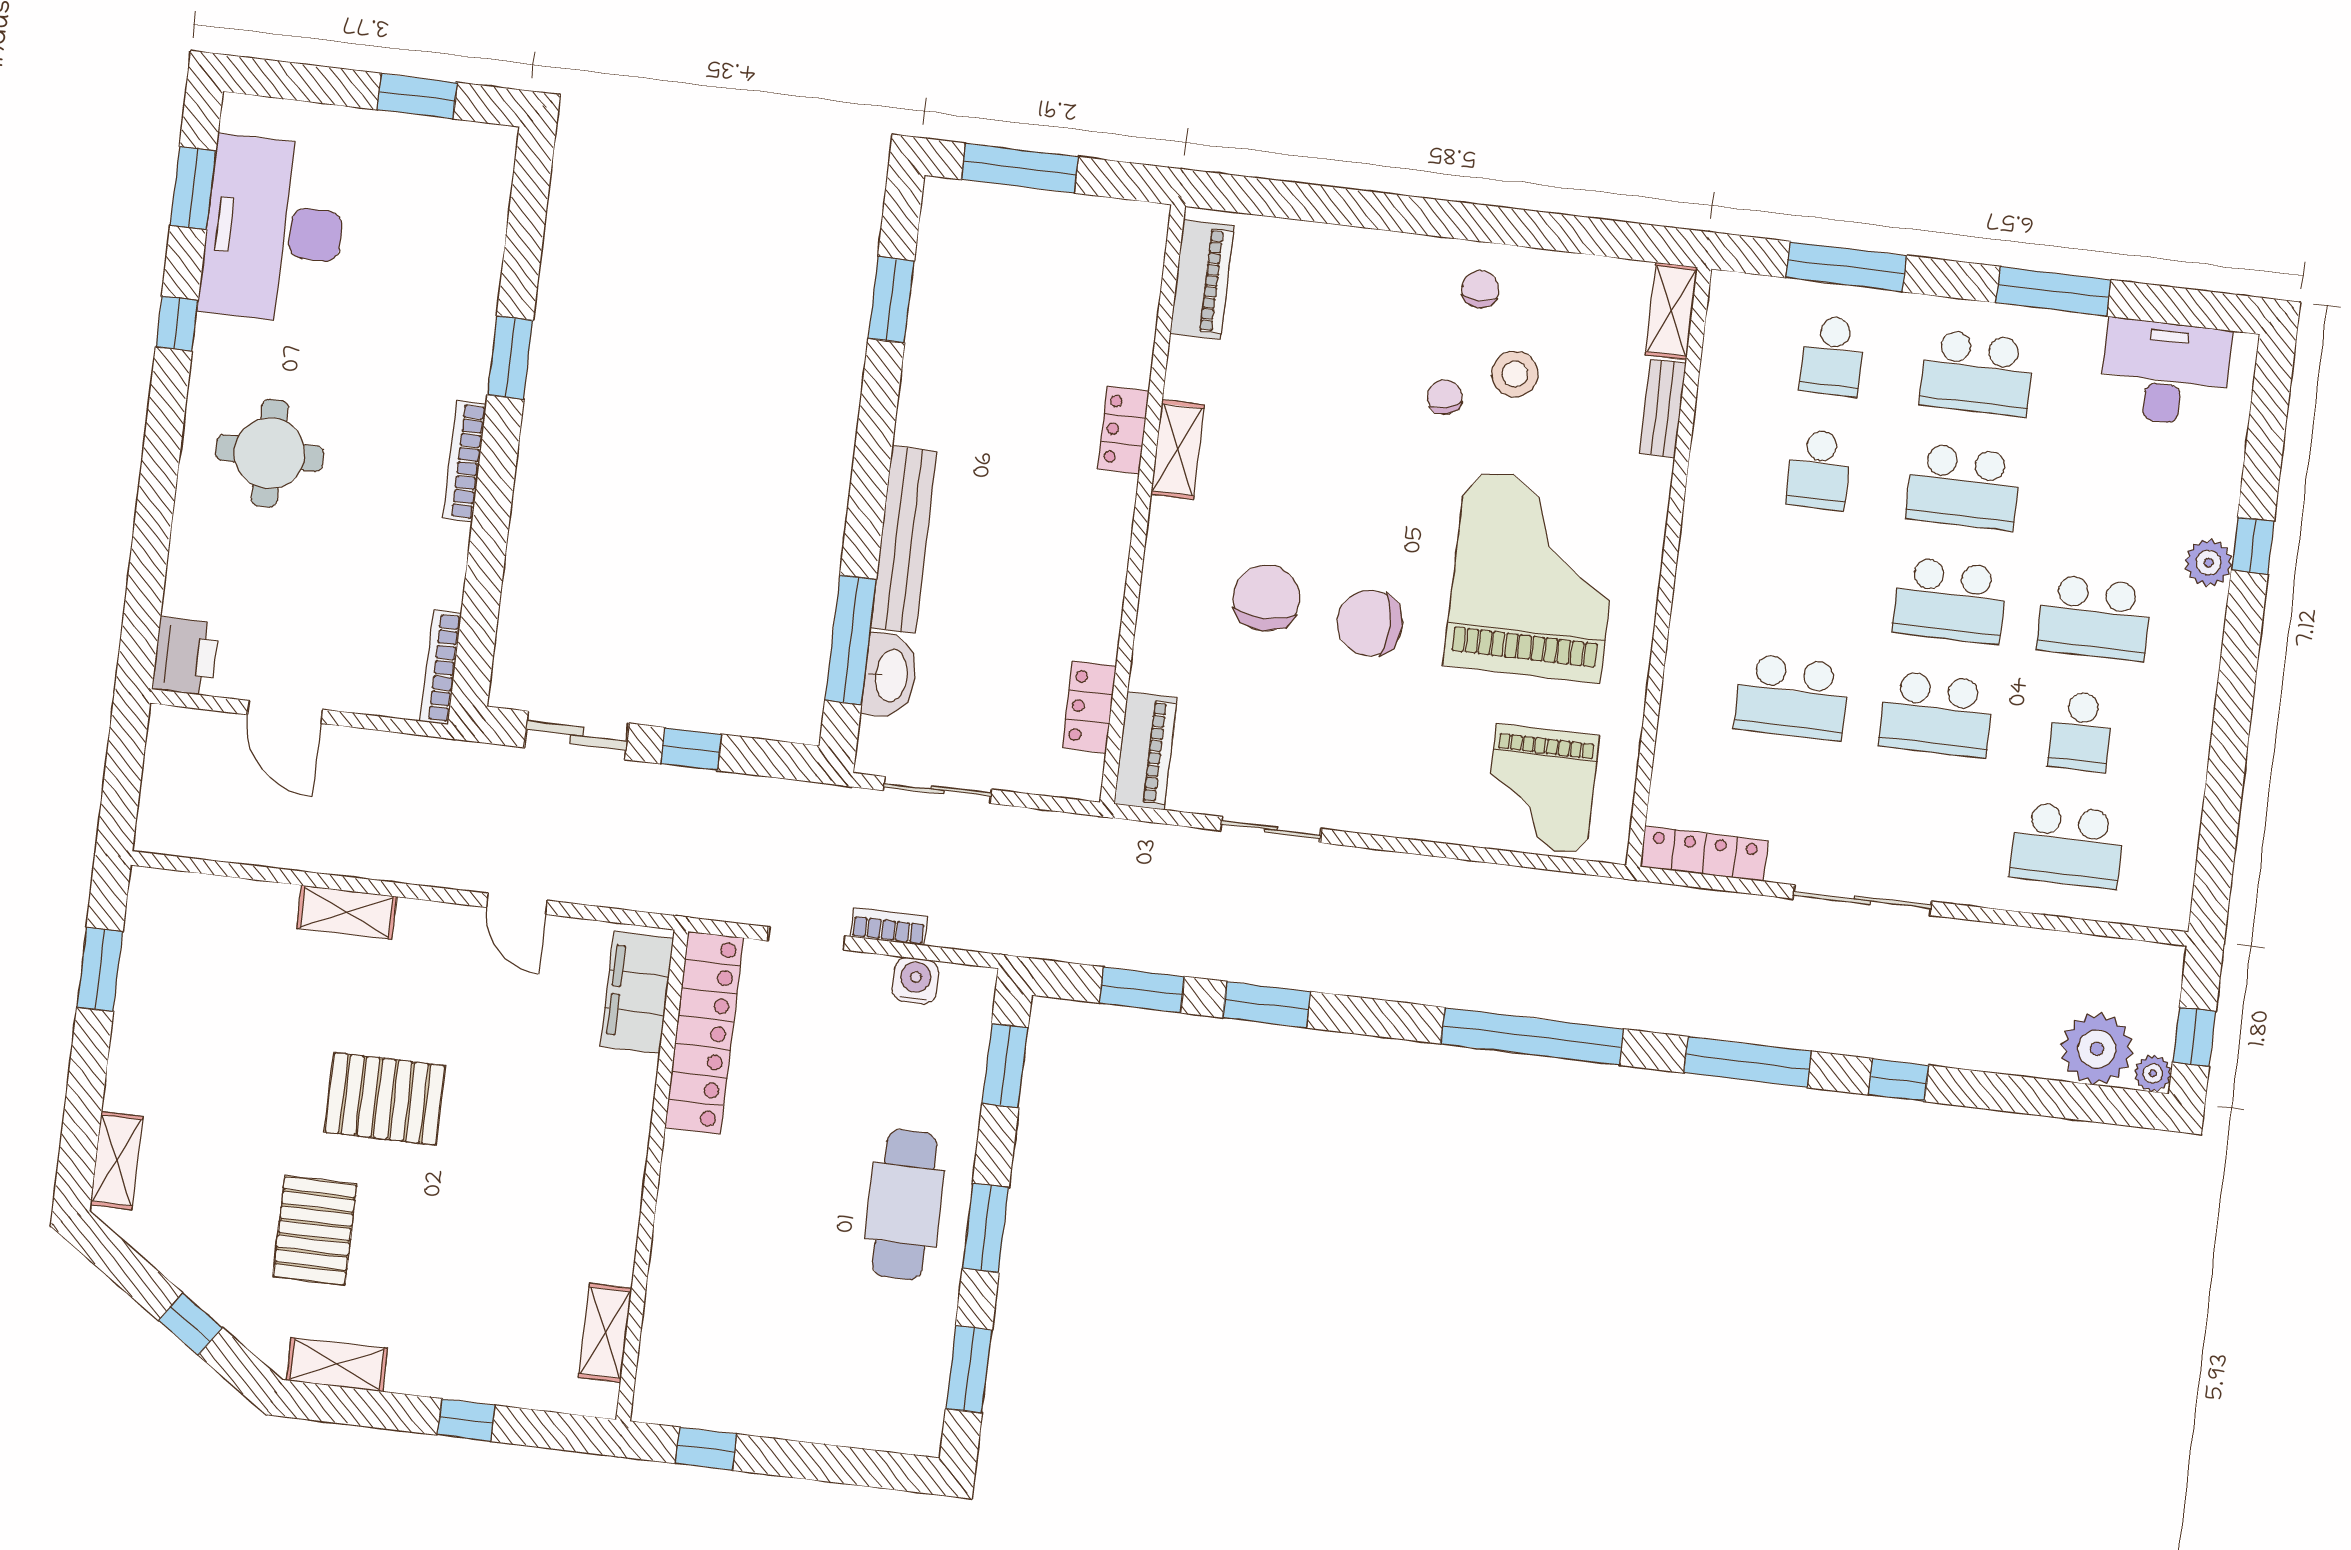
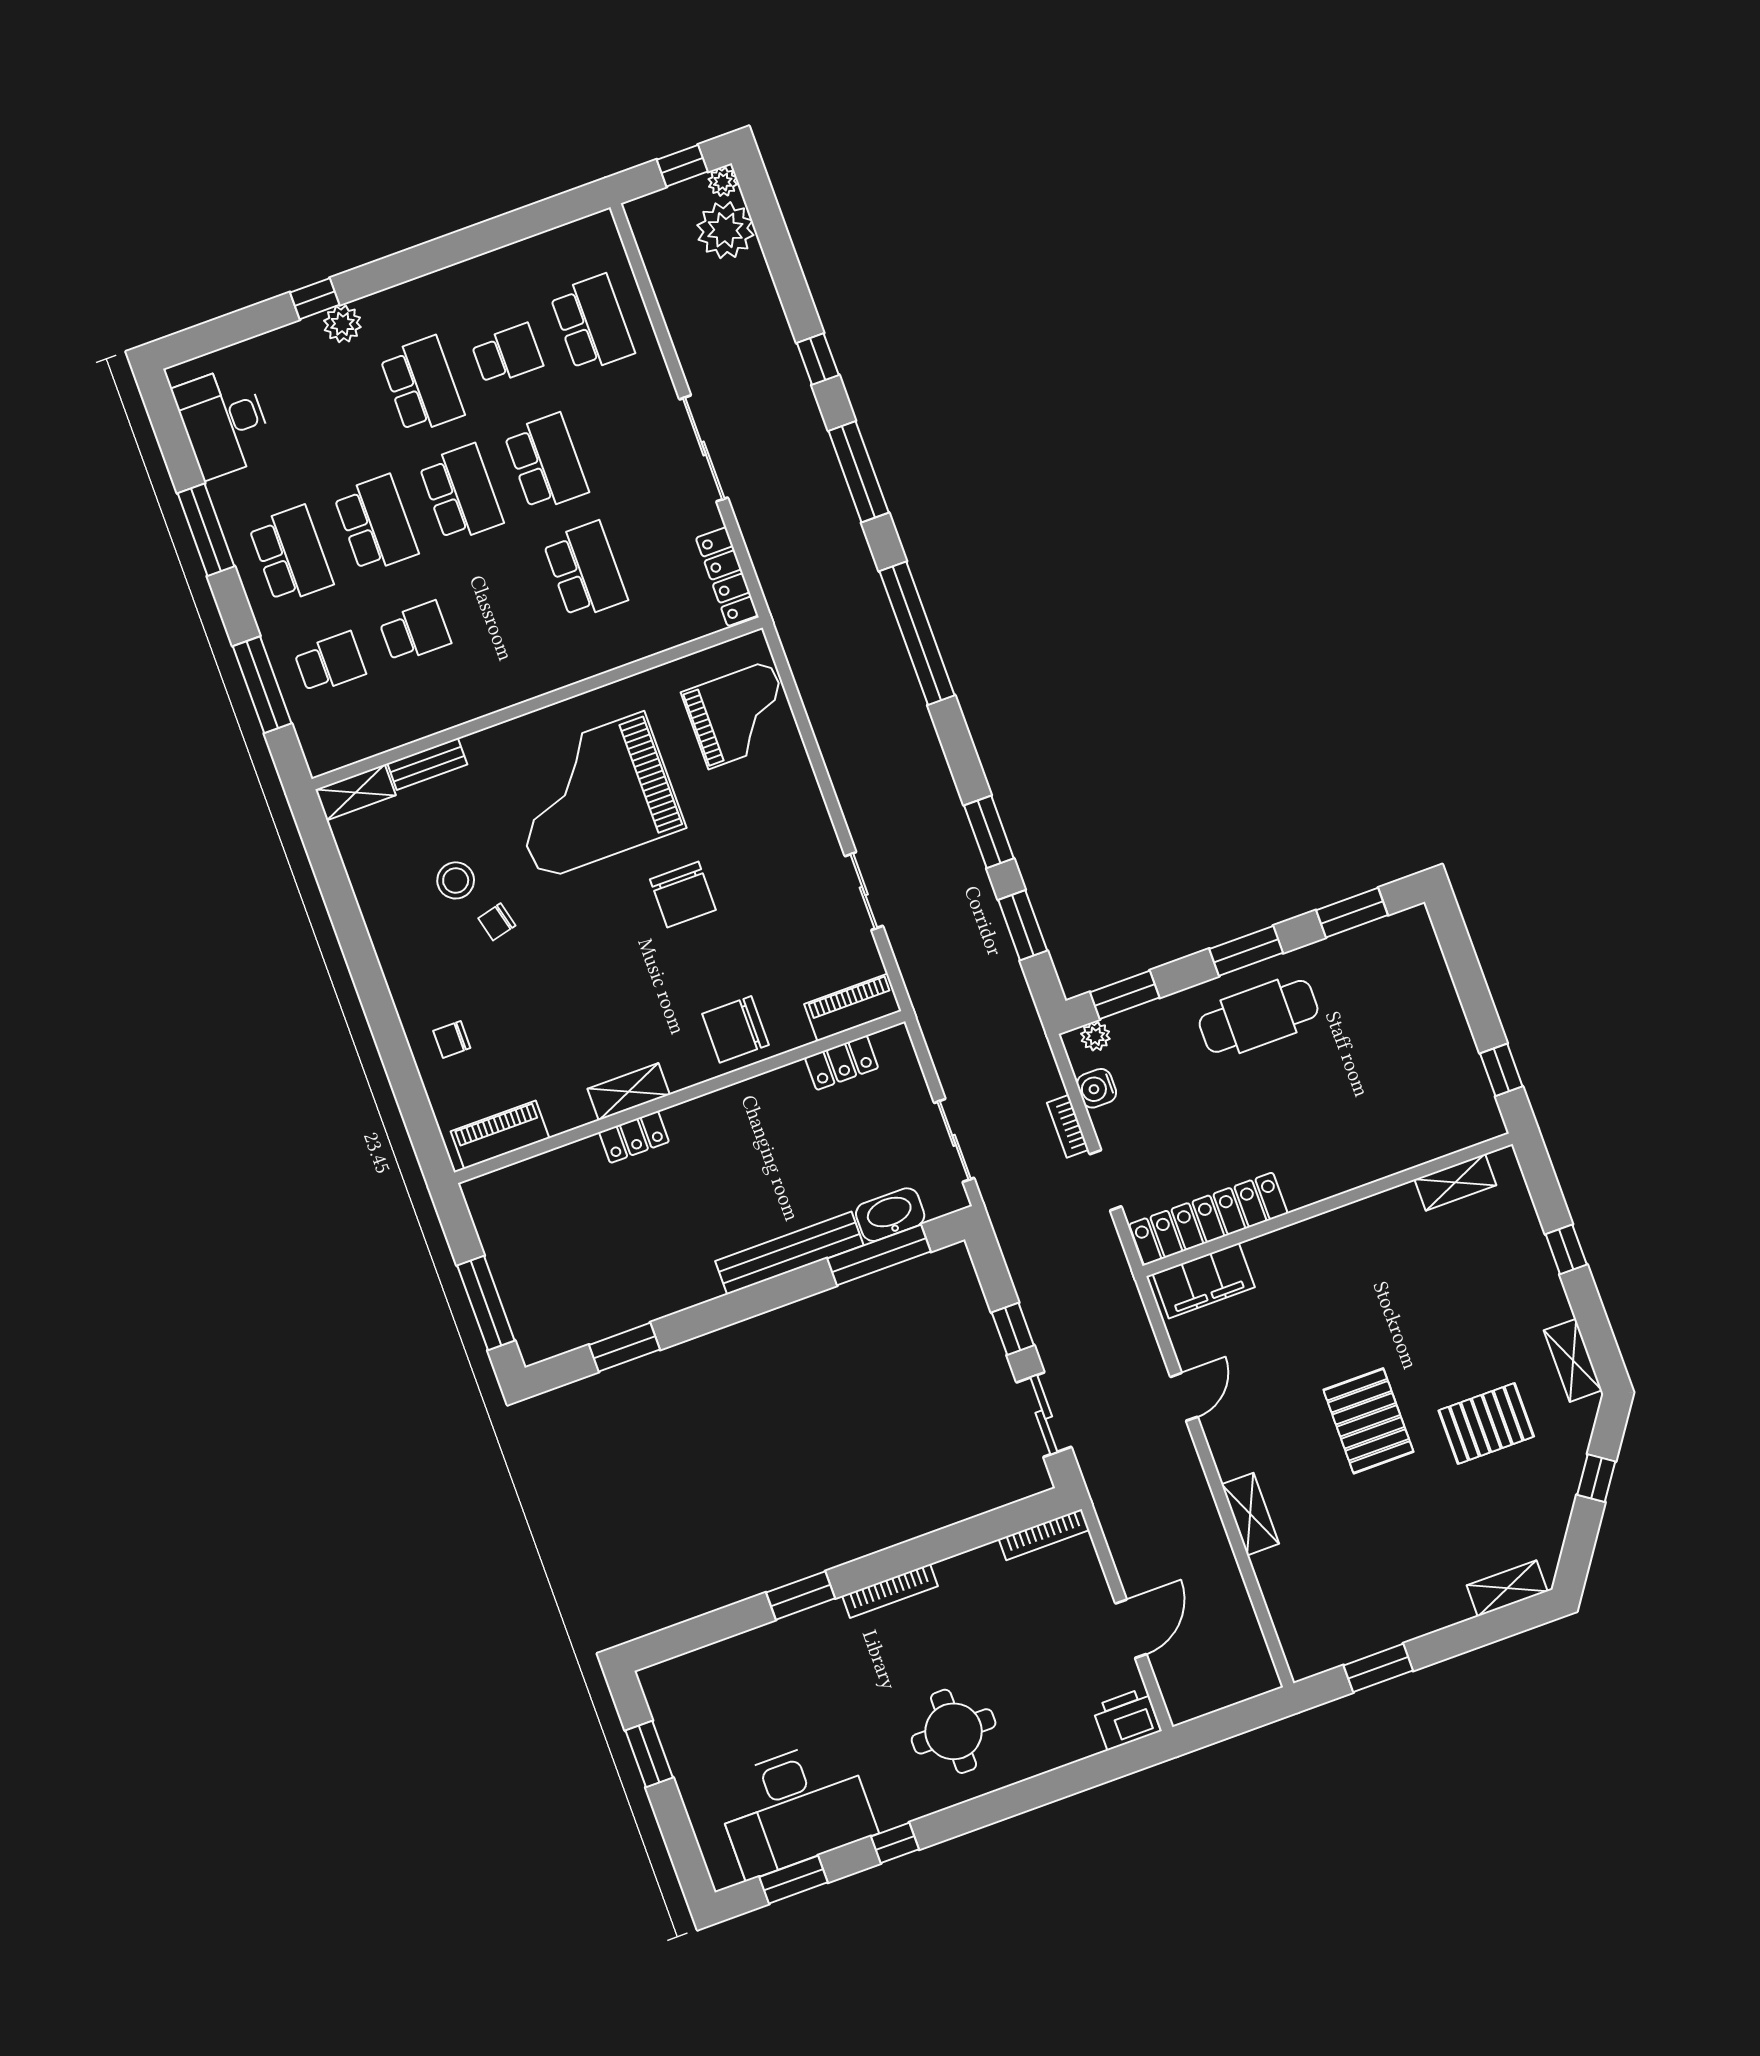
chair: (1480, 289) -> (452, 1039), moved
chair: (1266, 598) -> (736, 1029), moved
plant: (975, 1009) -> (1095, 1036), added

